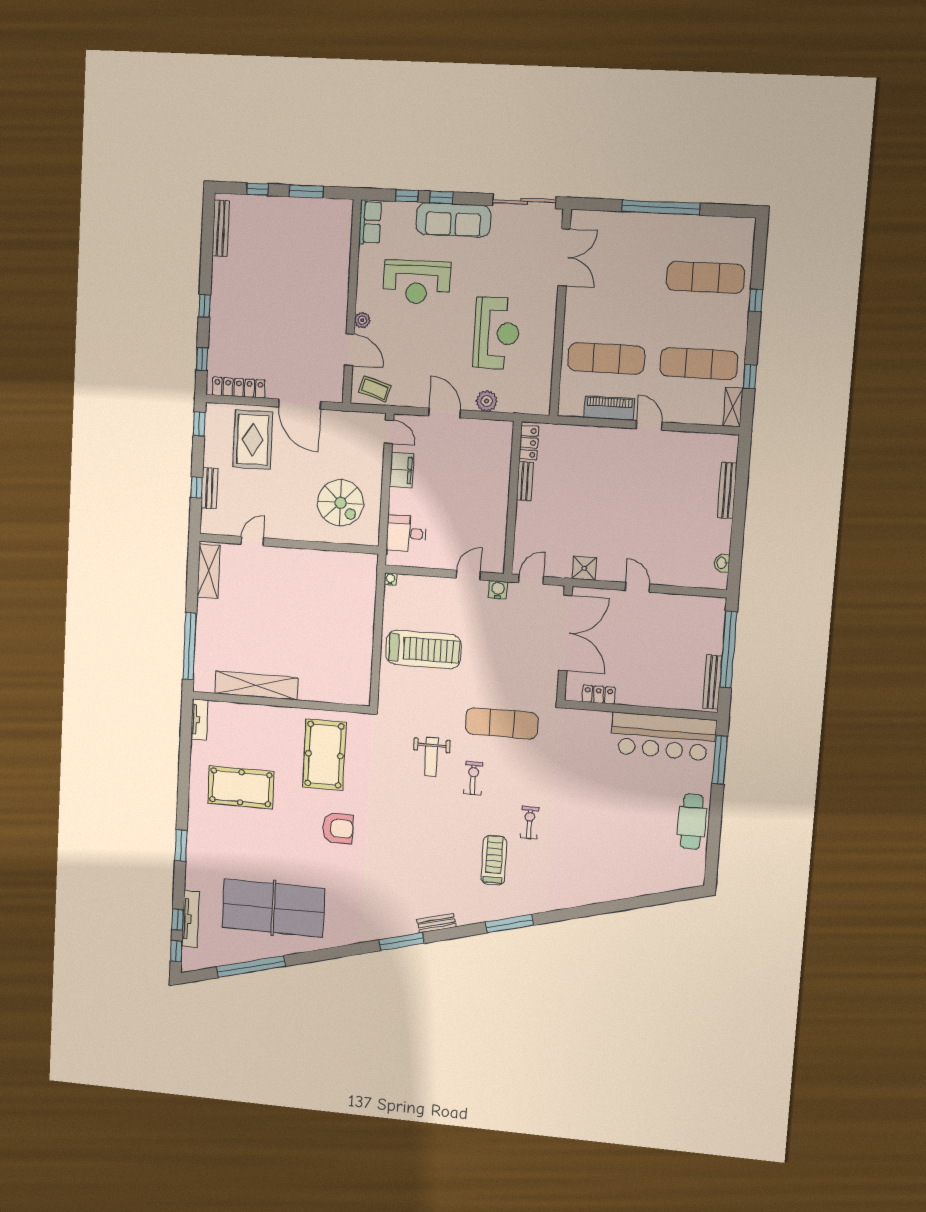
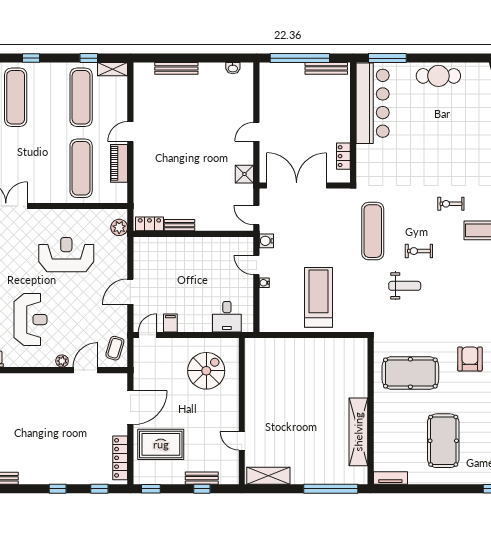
plant: (487, 401) -> (119, 227), moved
filing cabinet: (402, 470) -> (170, 323), width x0.50
water cooler: (390, 579) -> (264, 283), moved

